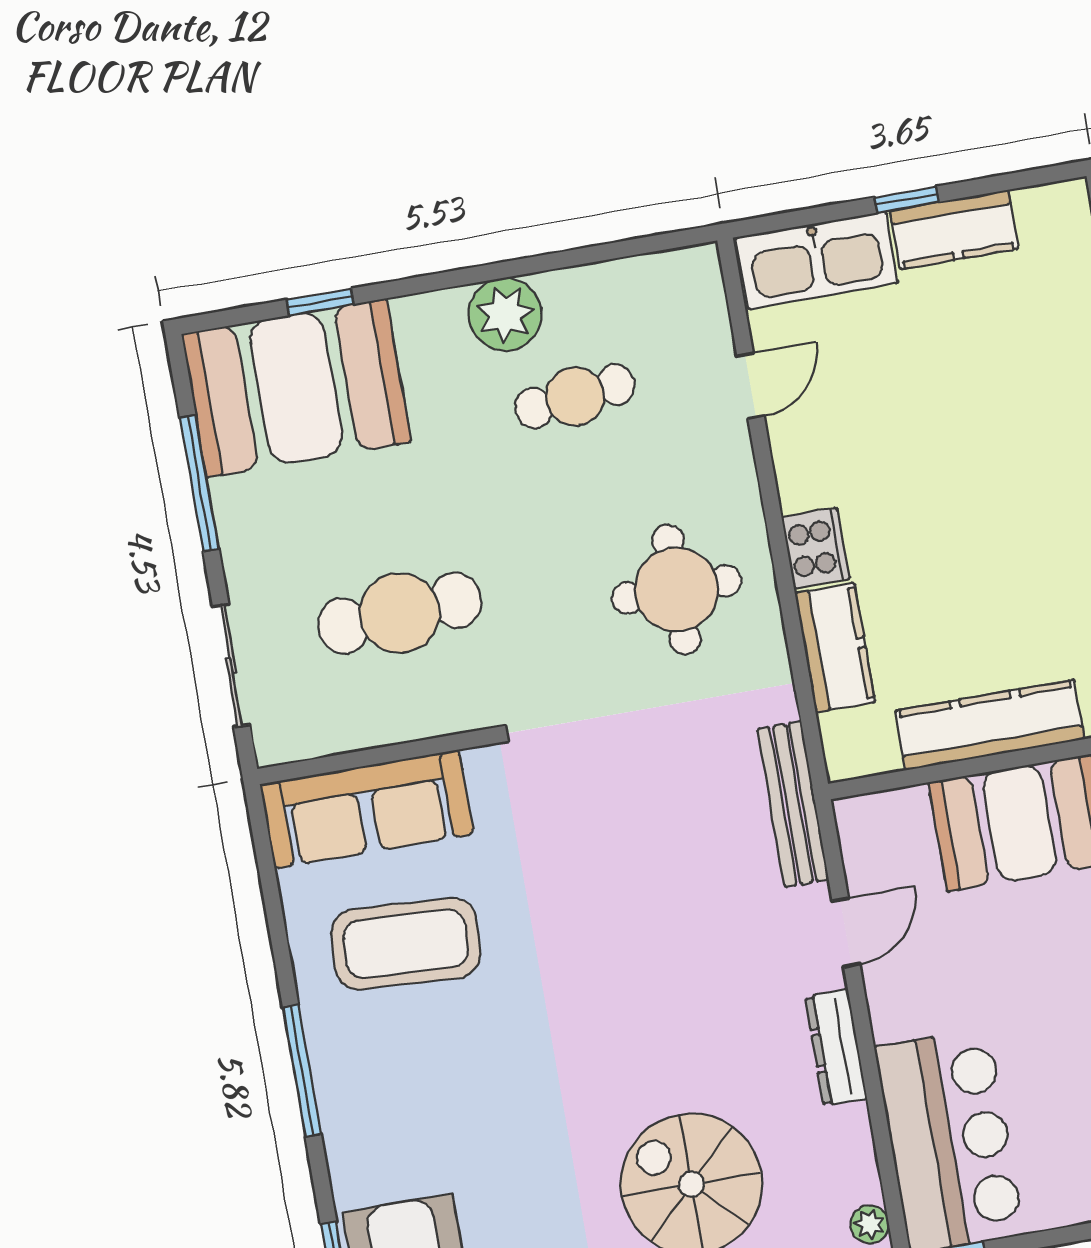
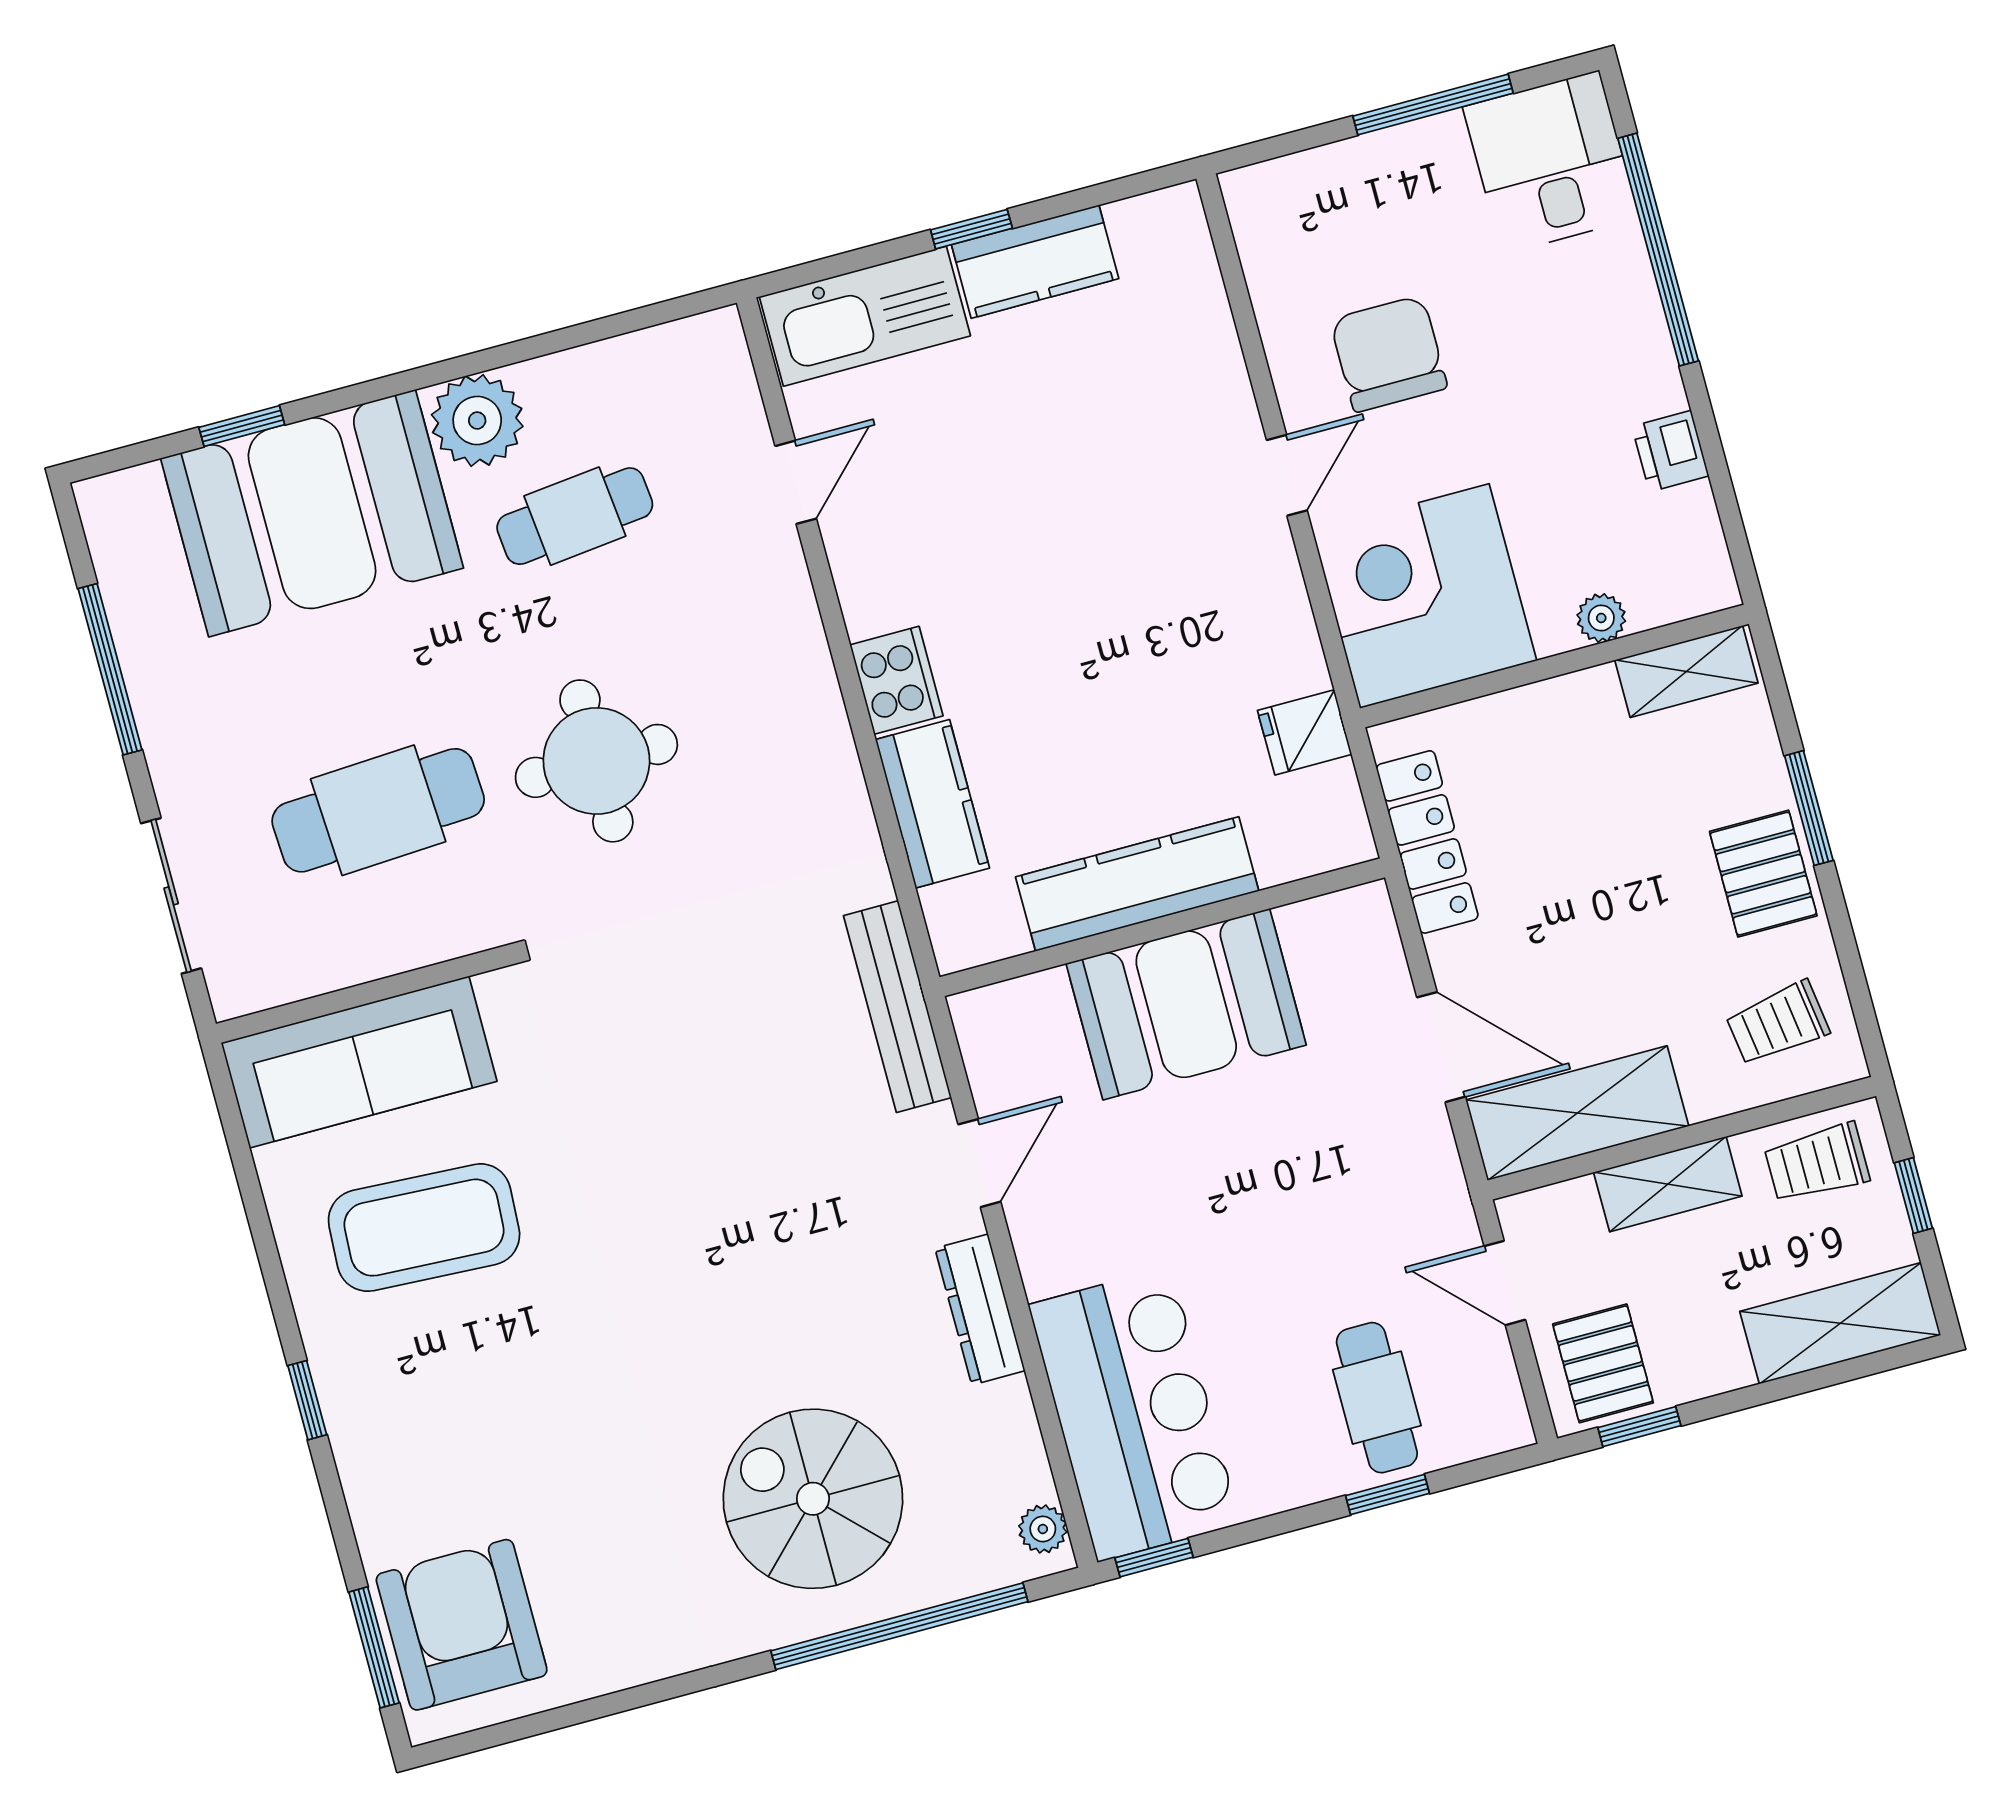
booth: (296, 388) -> (312, 513), moved
round table: (677, 589) -> (596, 761), moved
window: (302, 1071) -> (307, 1400), width x0.46

